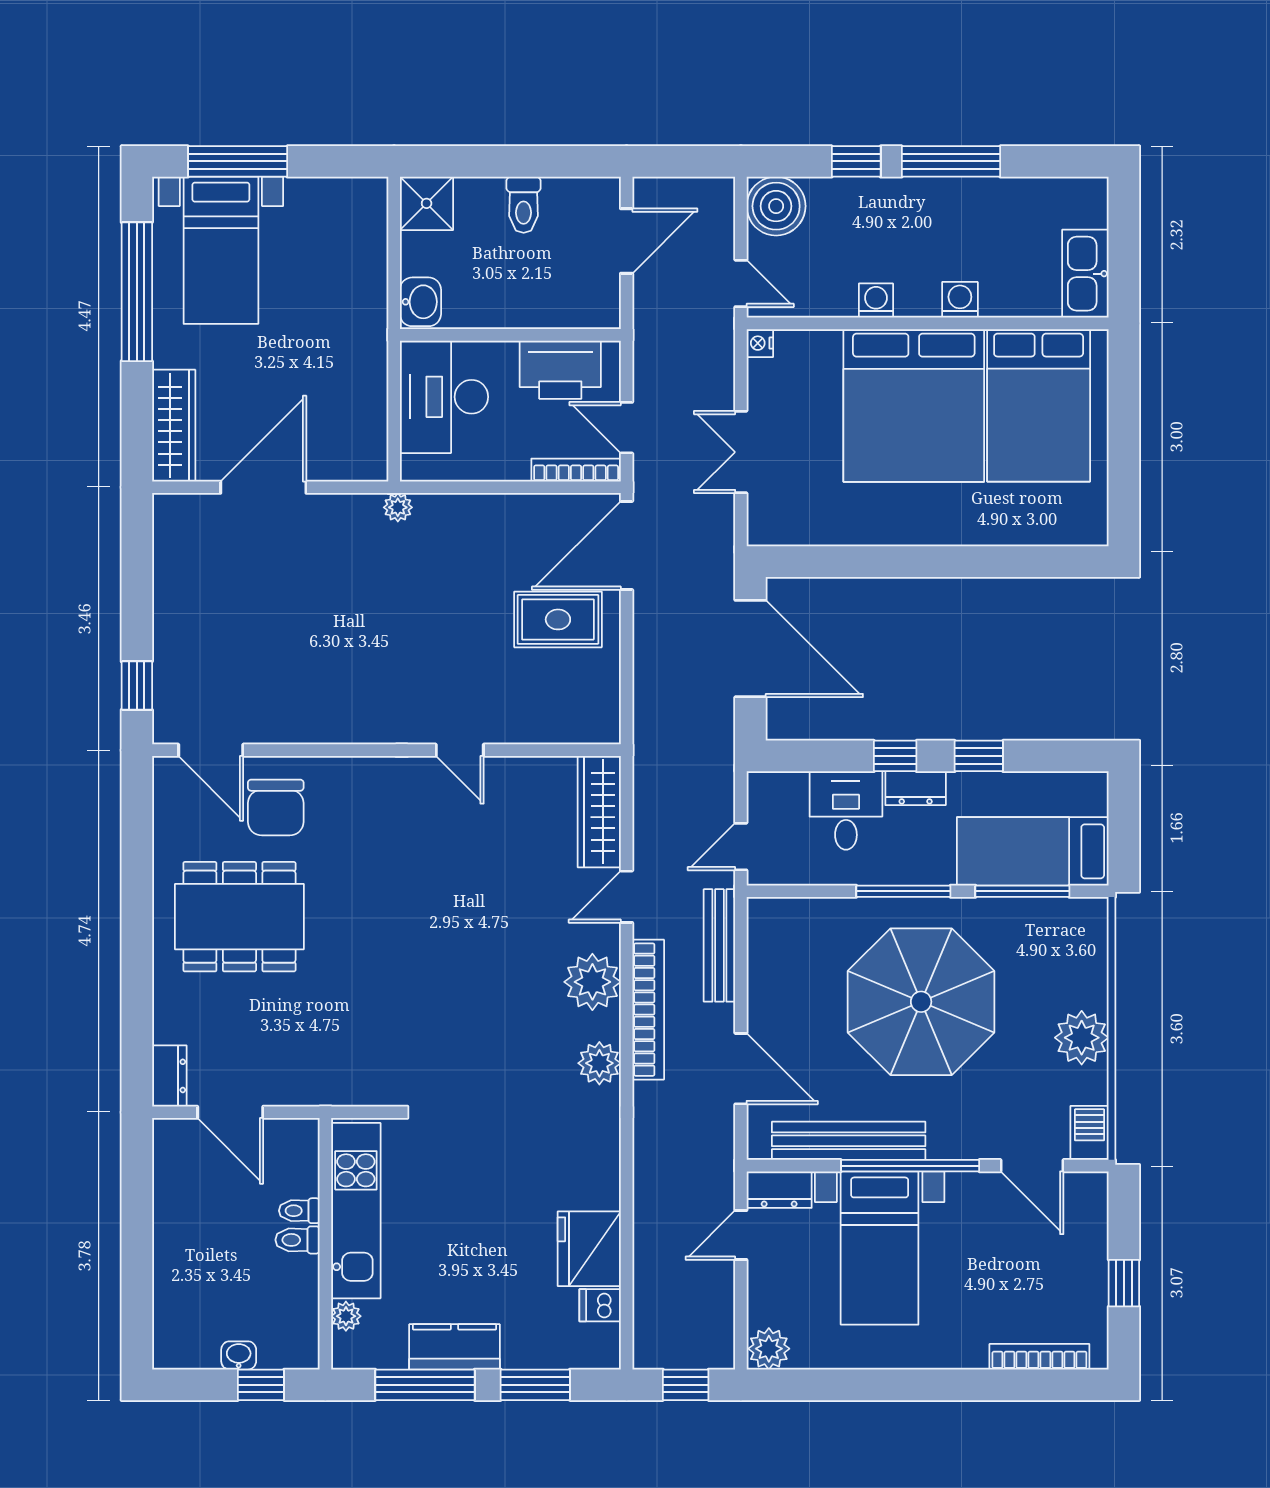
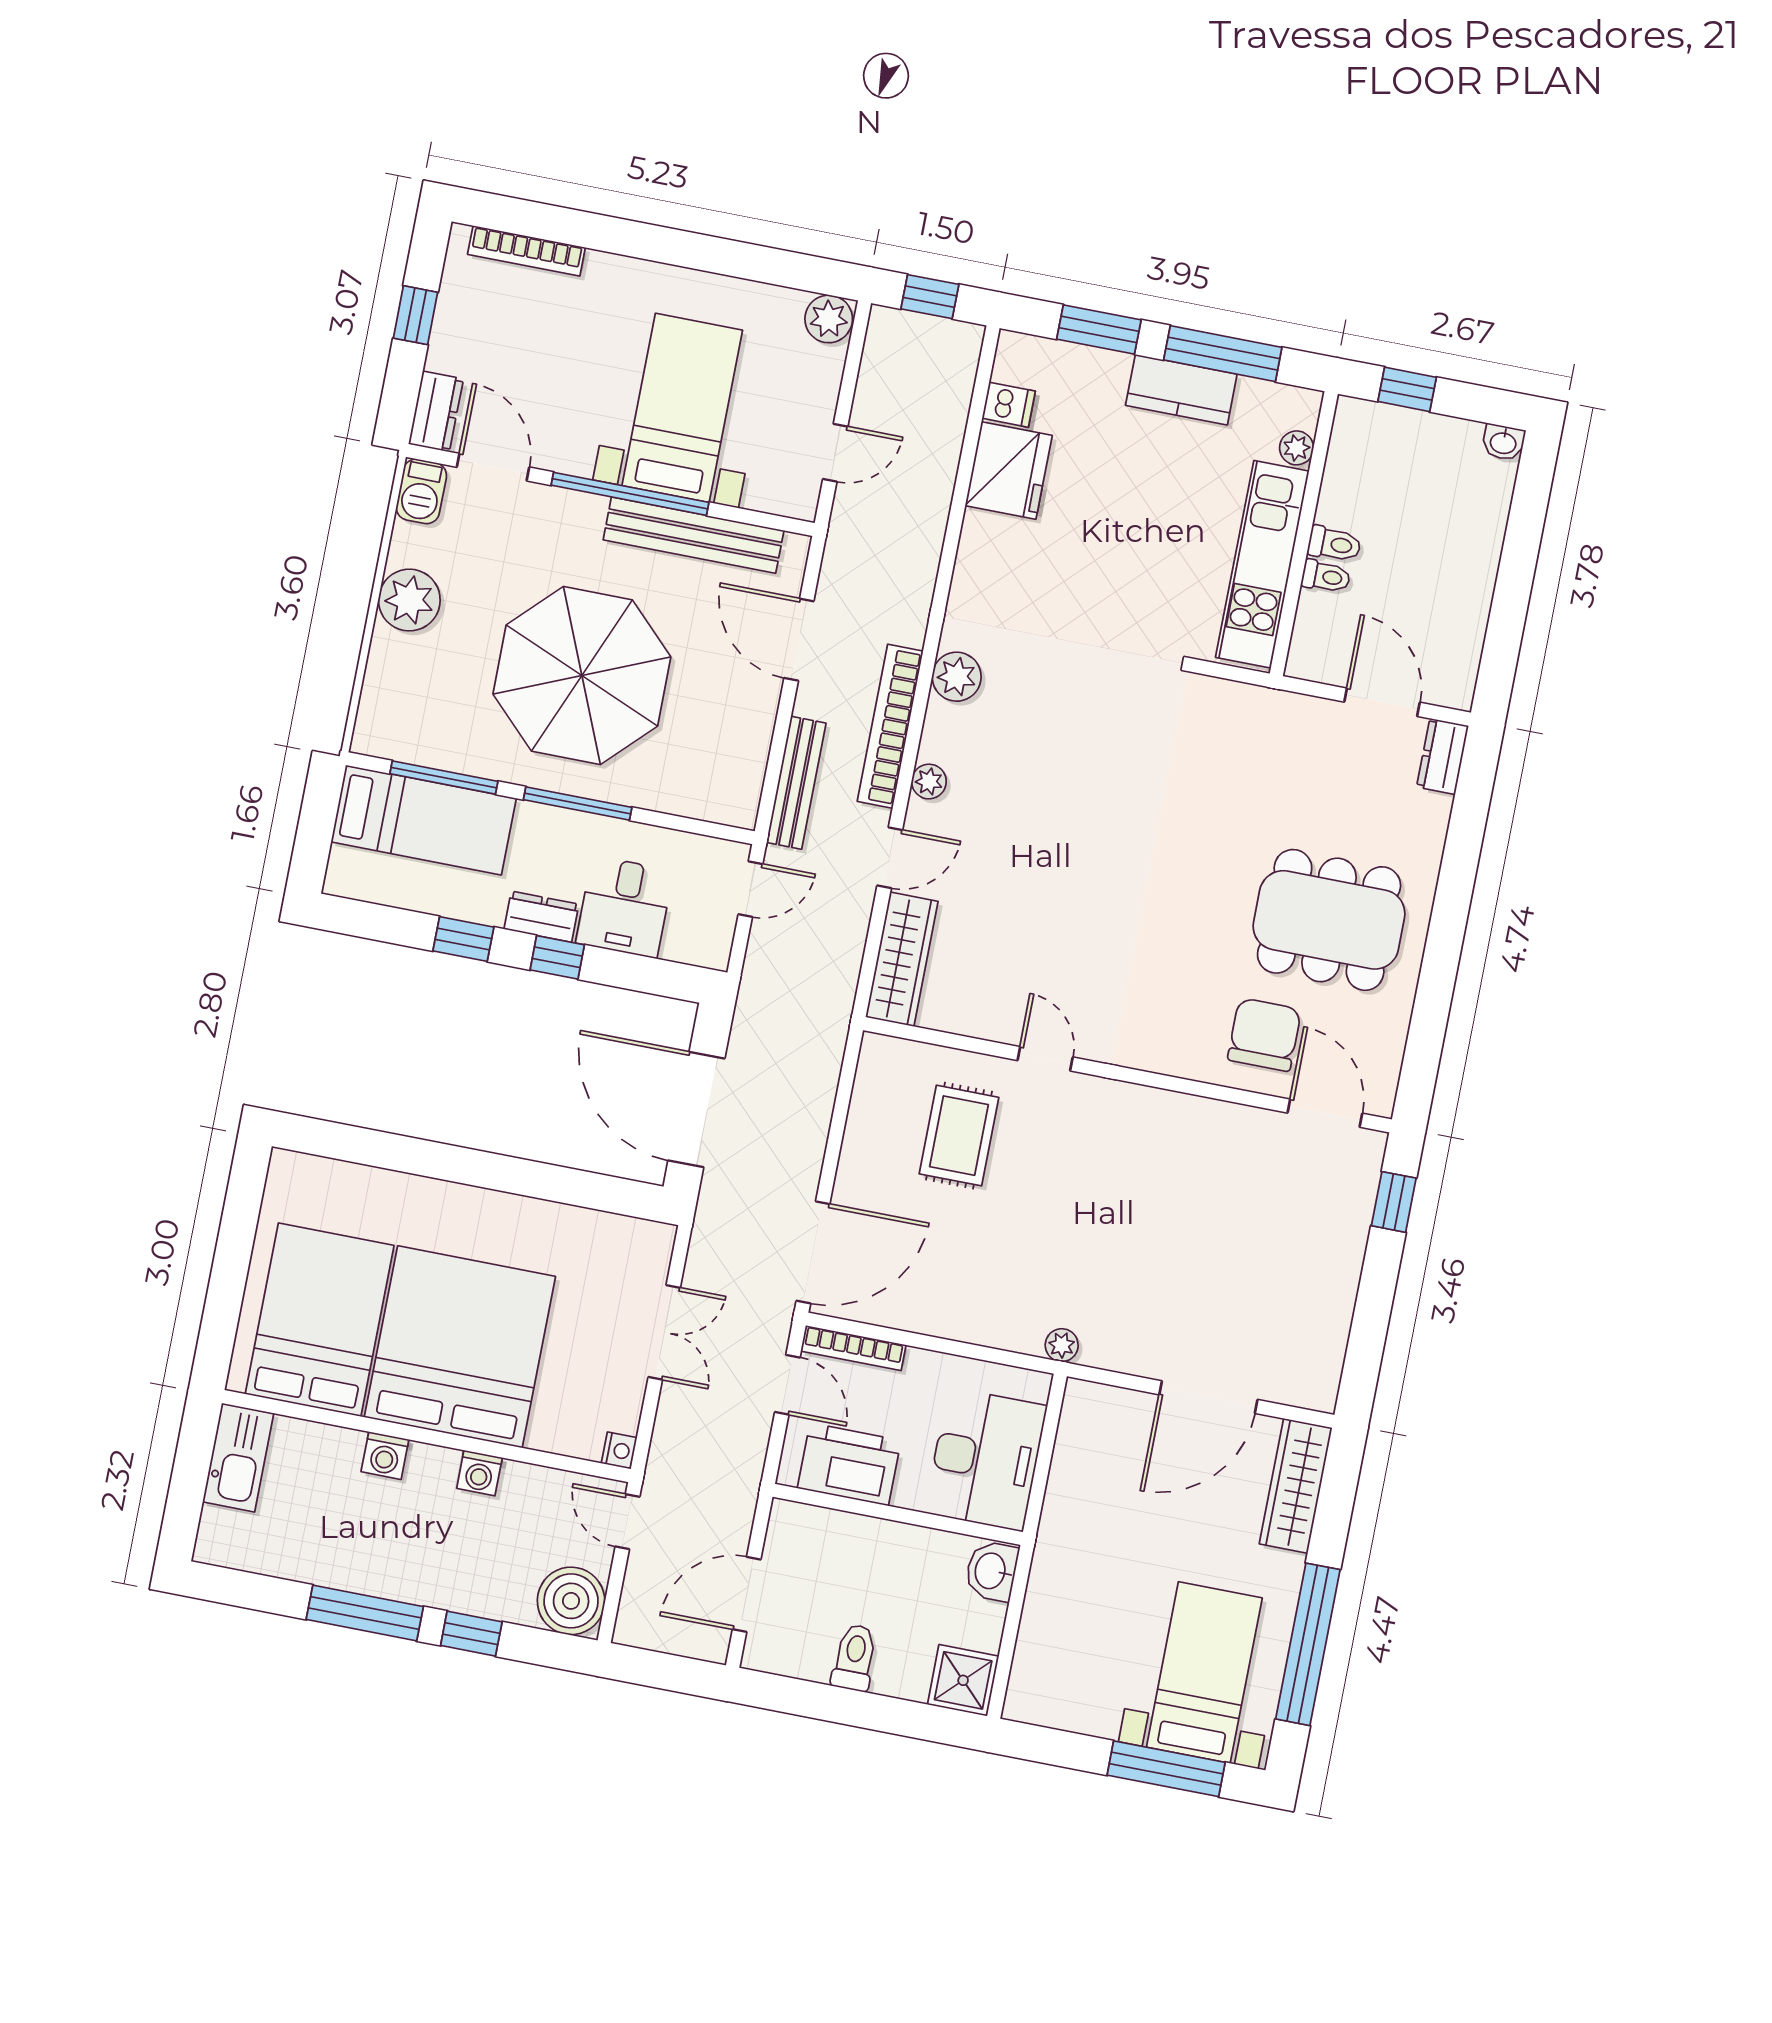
rug: (558, 619) -> (959, 1136), moved, turned 90
plant: (592, 982) -> (929, 782), width x0.53, depth x0.53
dresser: (779, 1190) -> (436, 411), moved, turned 90
washbasin: (239, 1355) -> (1503, 442), moved

